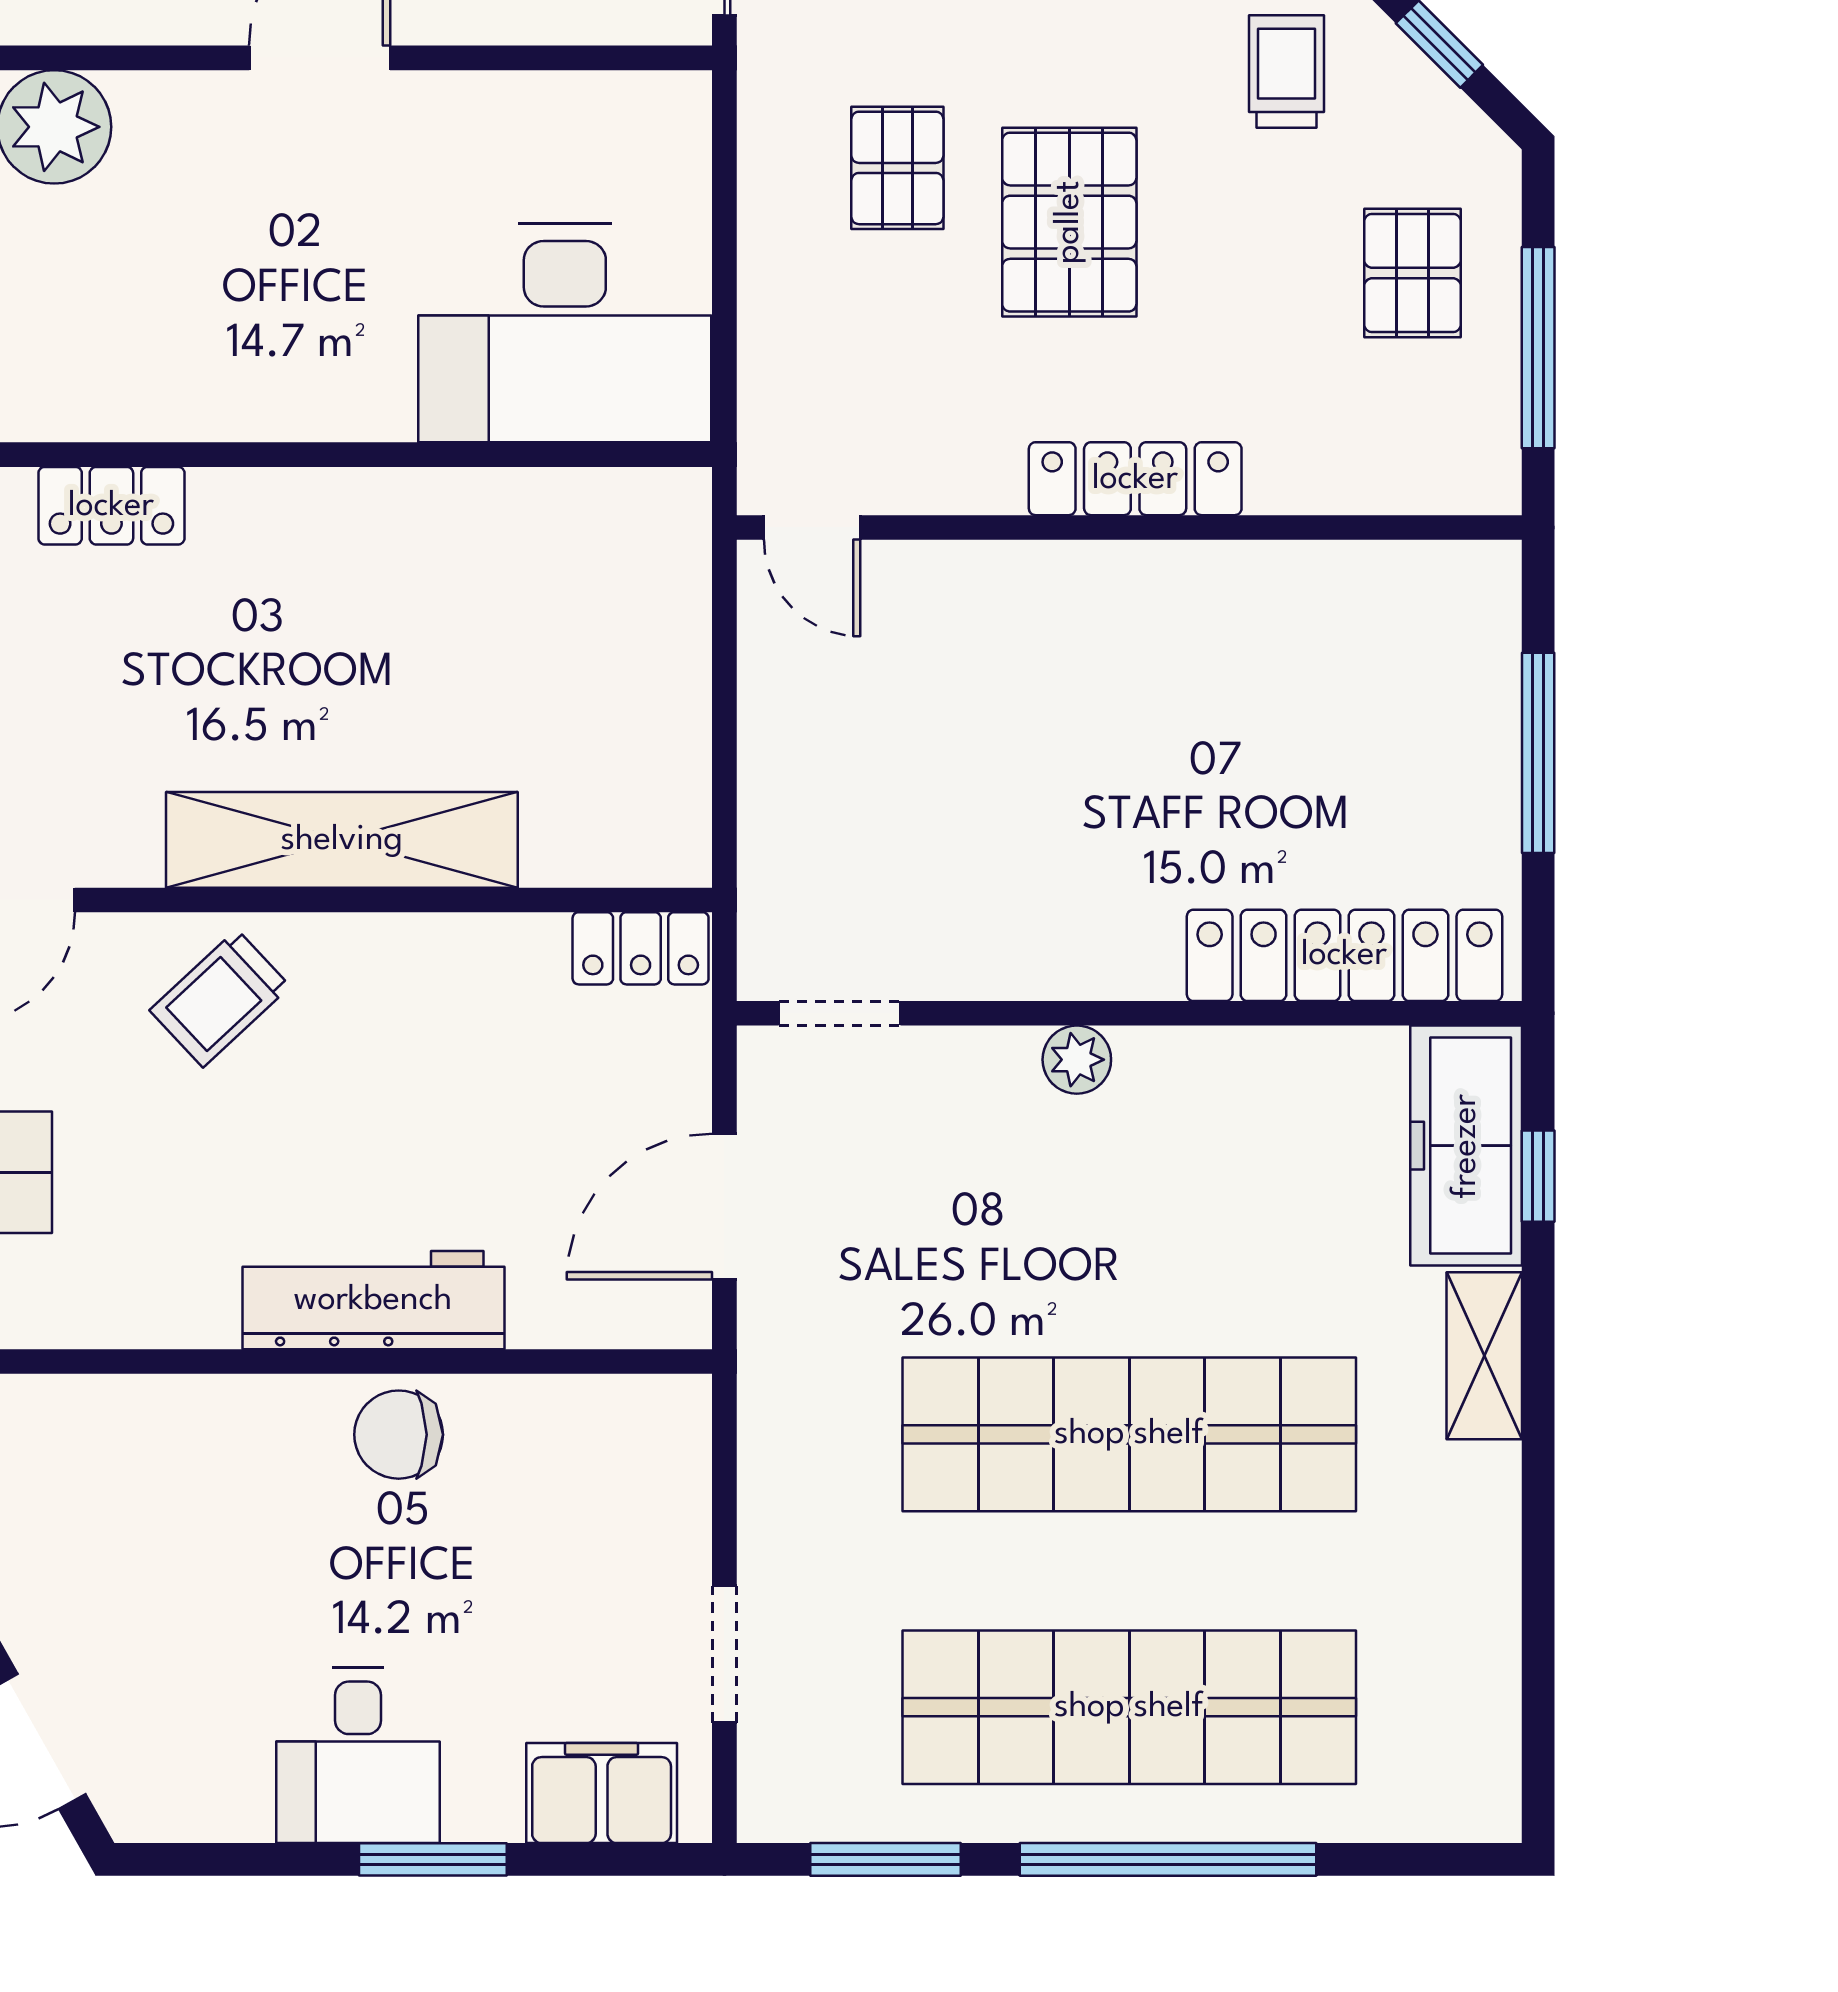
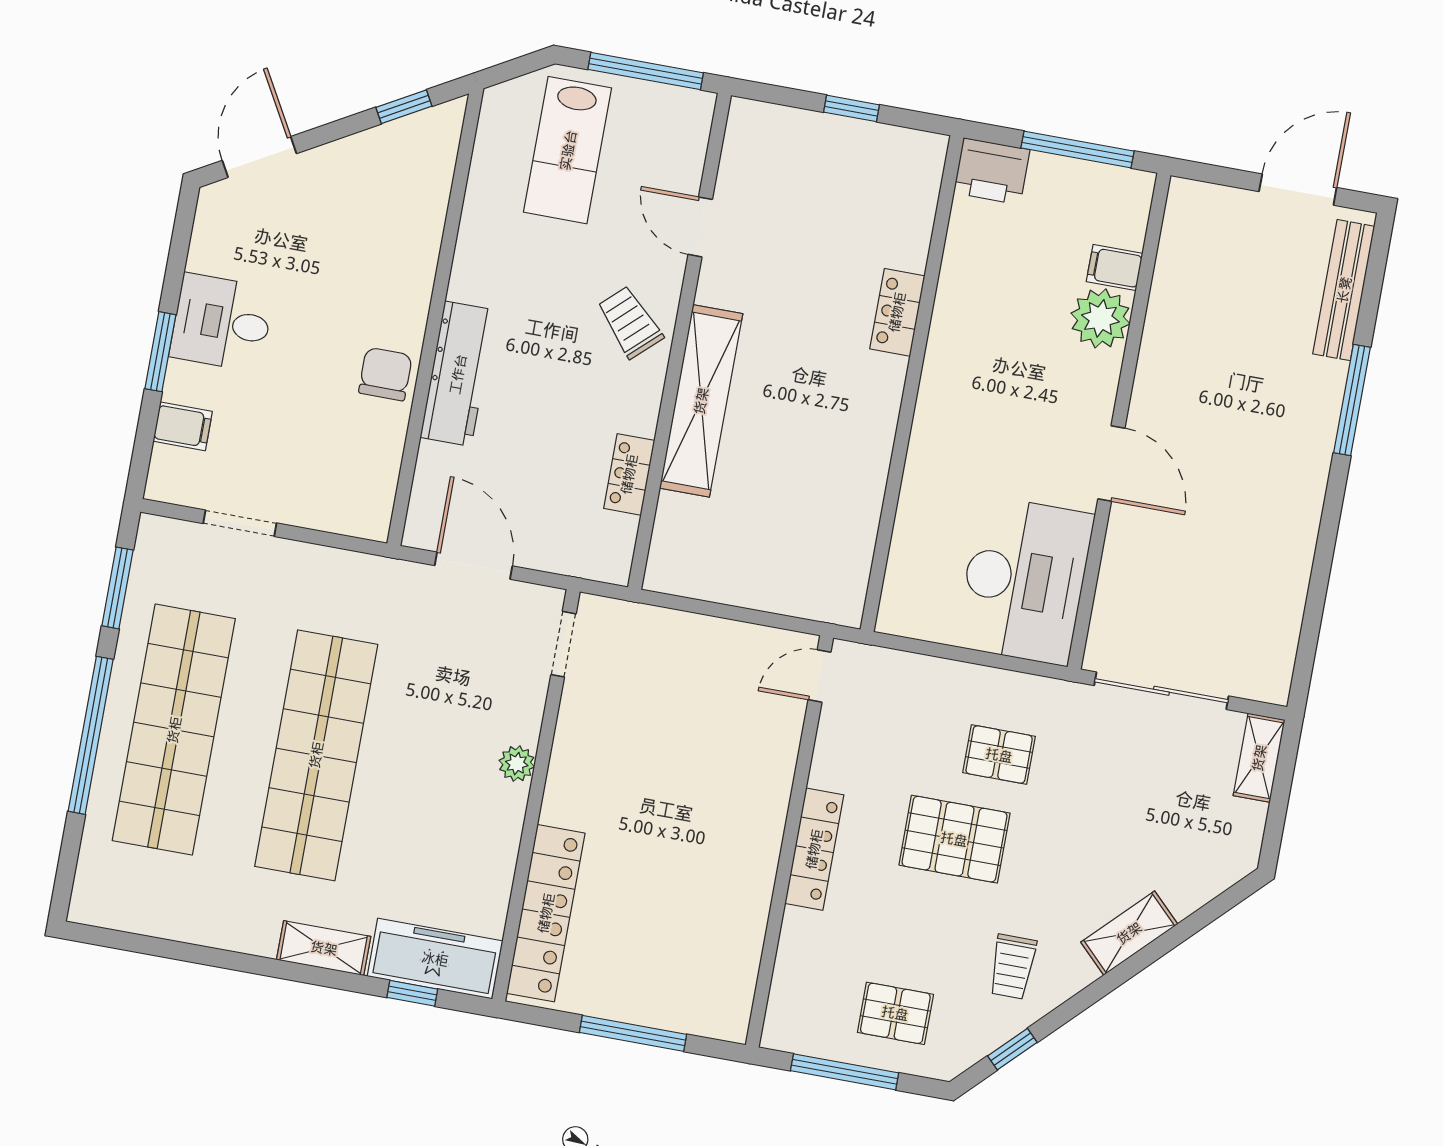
trolley: (1286, 72) -> (1012, 967), turned 90
desk: (565, 333) -> (1024, 580), moved, turned 180
locker: (641, 948) -> (629, 474), moved
filing cabinet: (602, 1793) -> (183, 426), width x0.50

